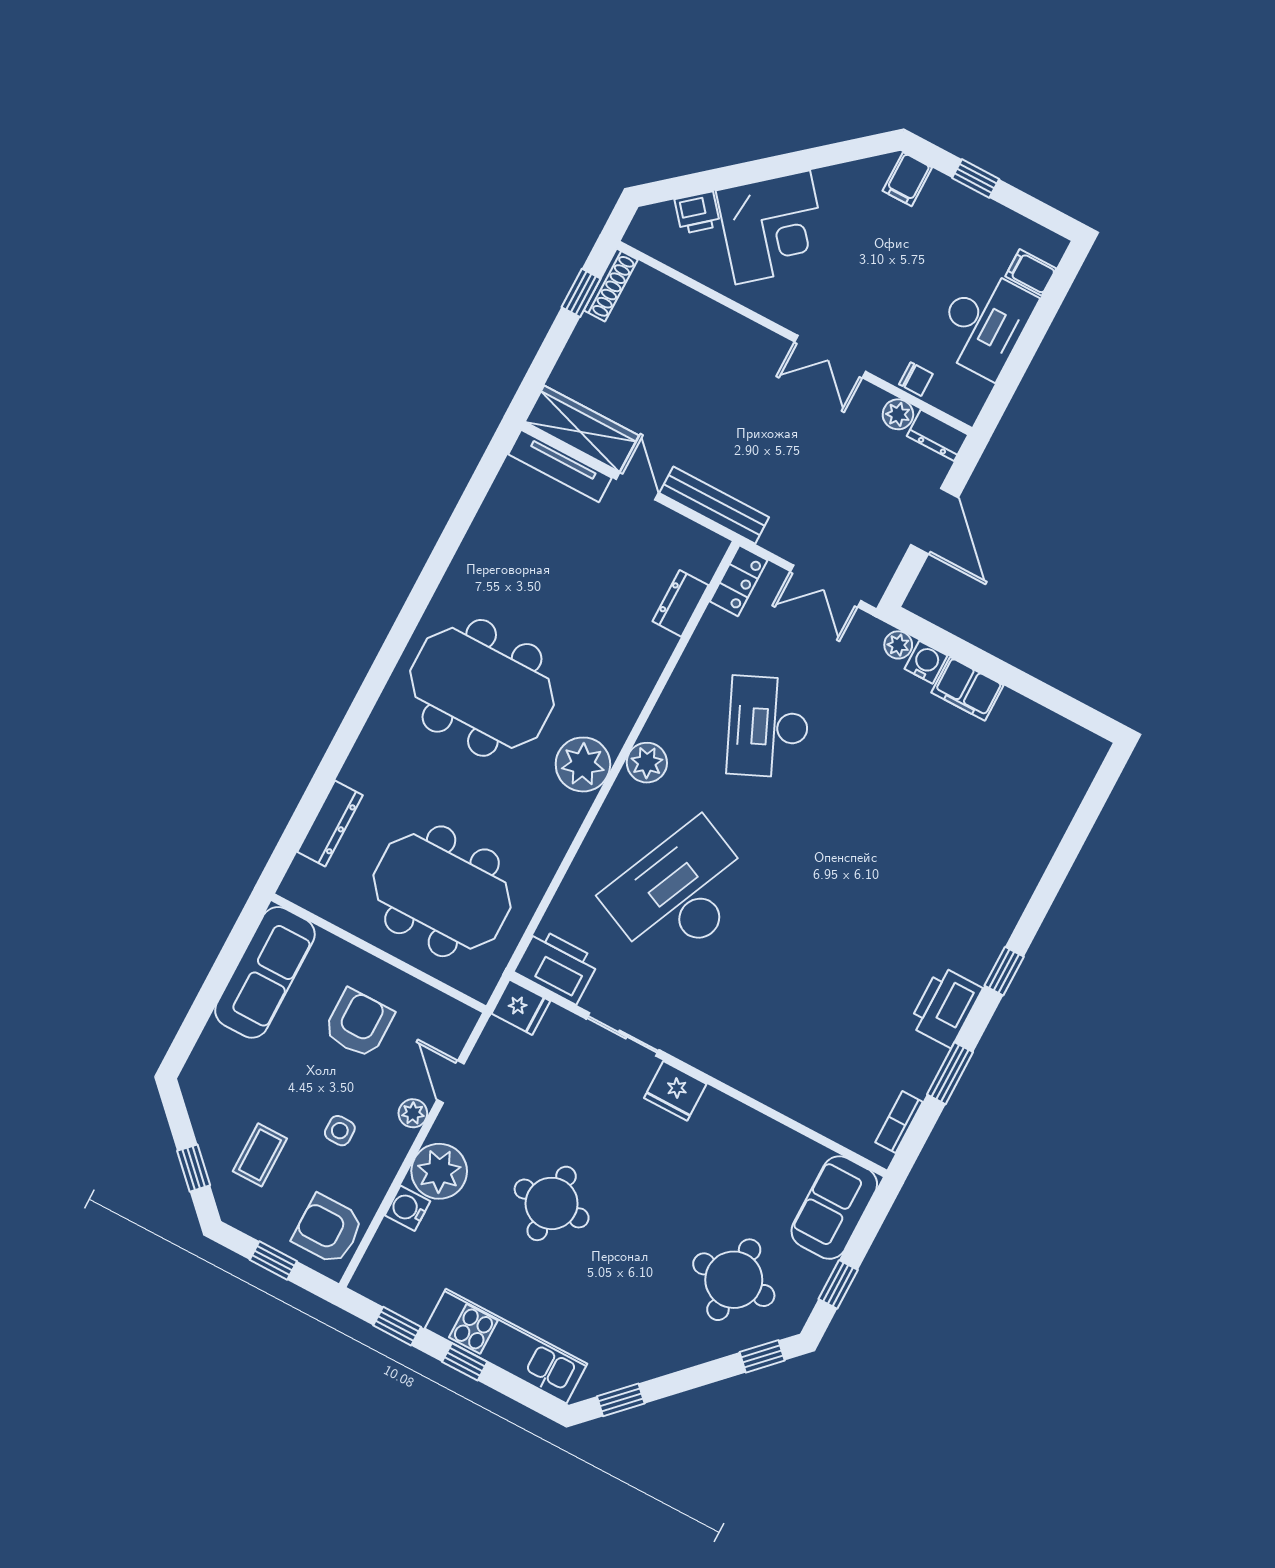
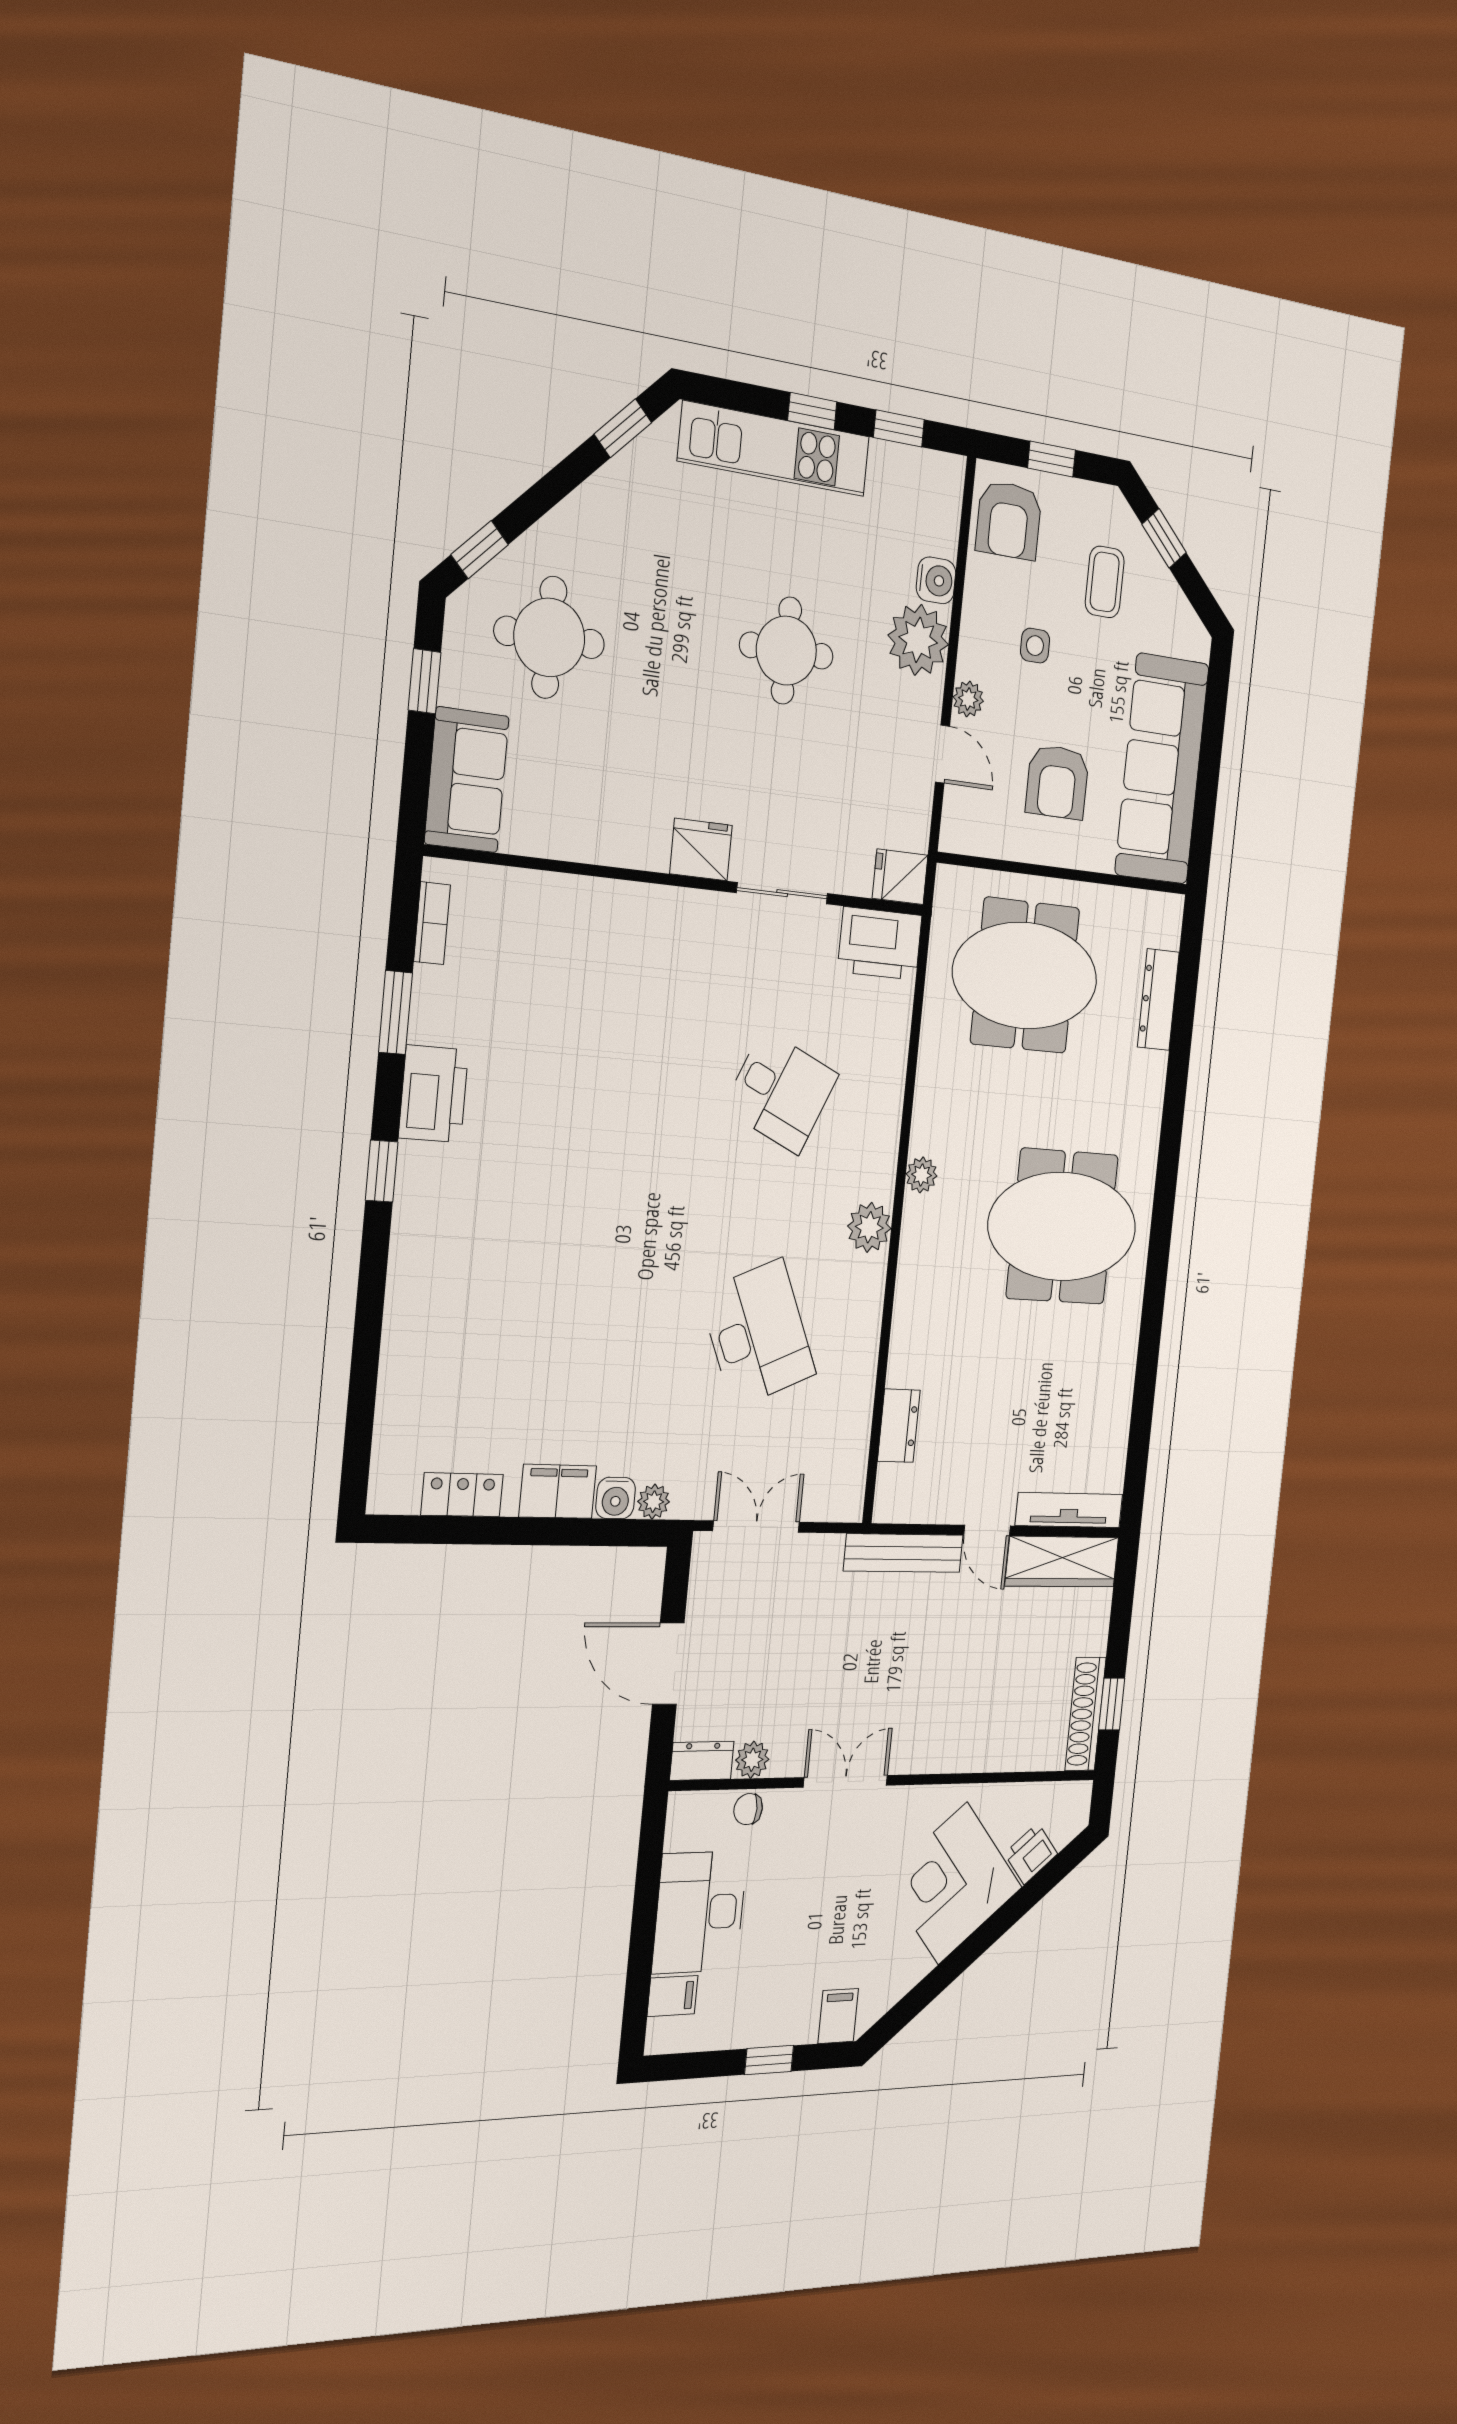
shoe rack: (611, 285) -> (1085, 1714), width x1.36, depth x1.24
locker: (739, 581) -> (462, 1495), moved, turned 90
plant: (583, 764) -> (922, 1175), width x0.53, depth x0.53
desk: (680, 894) -> (781, 1091), width x0.53, depth x0.77
sofa: (265, 972) -> (1162, 769), width x1.36, depth x1.27
armchair: (328, 1229) -> (1009, 520), turned 90

